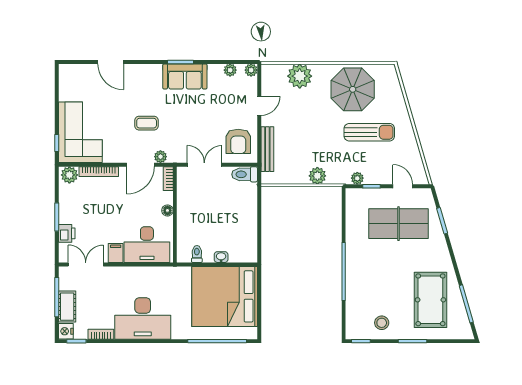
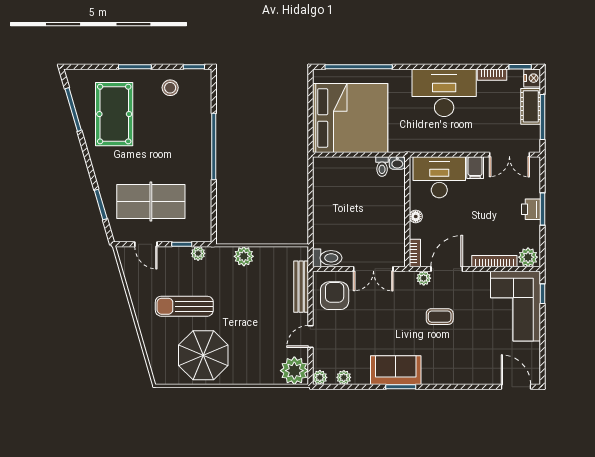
door: (111, 62) -> (516, 387), moved
plant: (300, 76) -> (294, 371), moved
printer: (67, 233) -> (531, 209), moved
washbasin: (221, 257) -> (397, 163), moved

